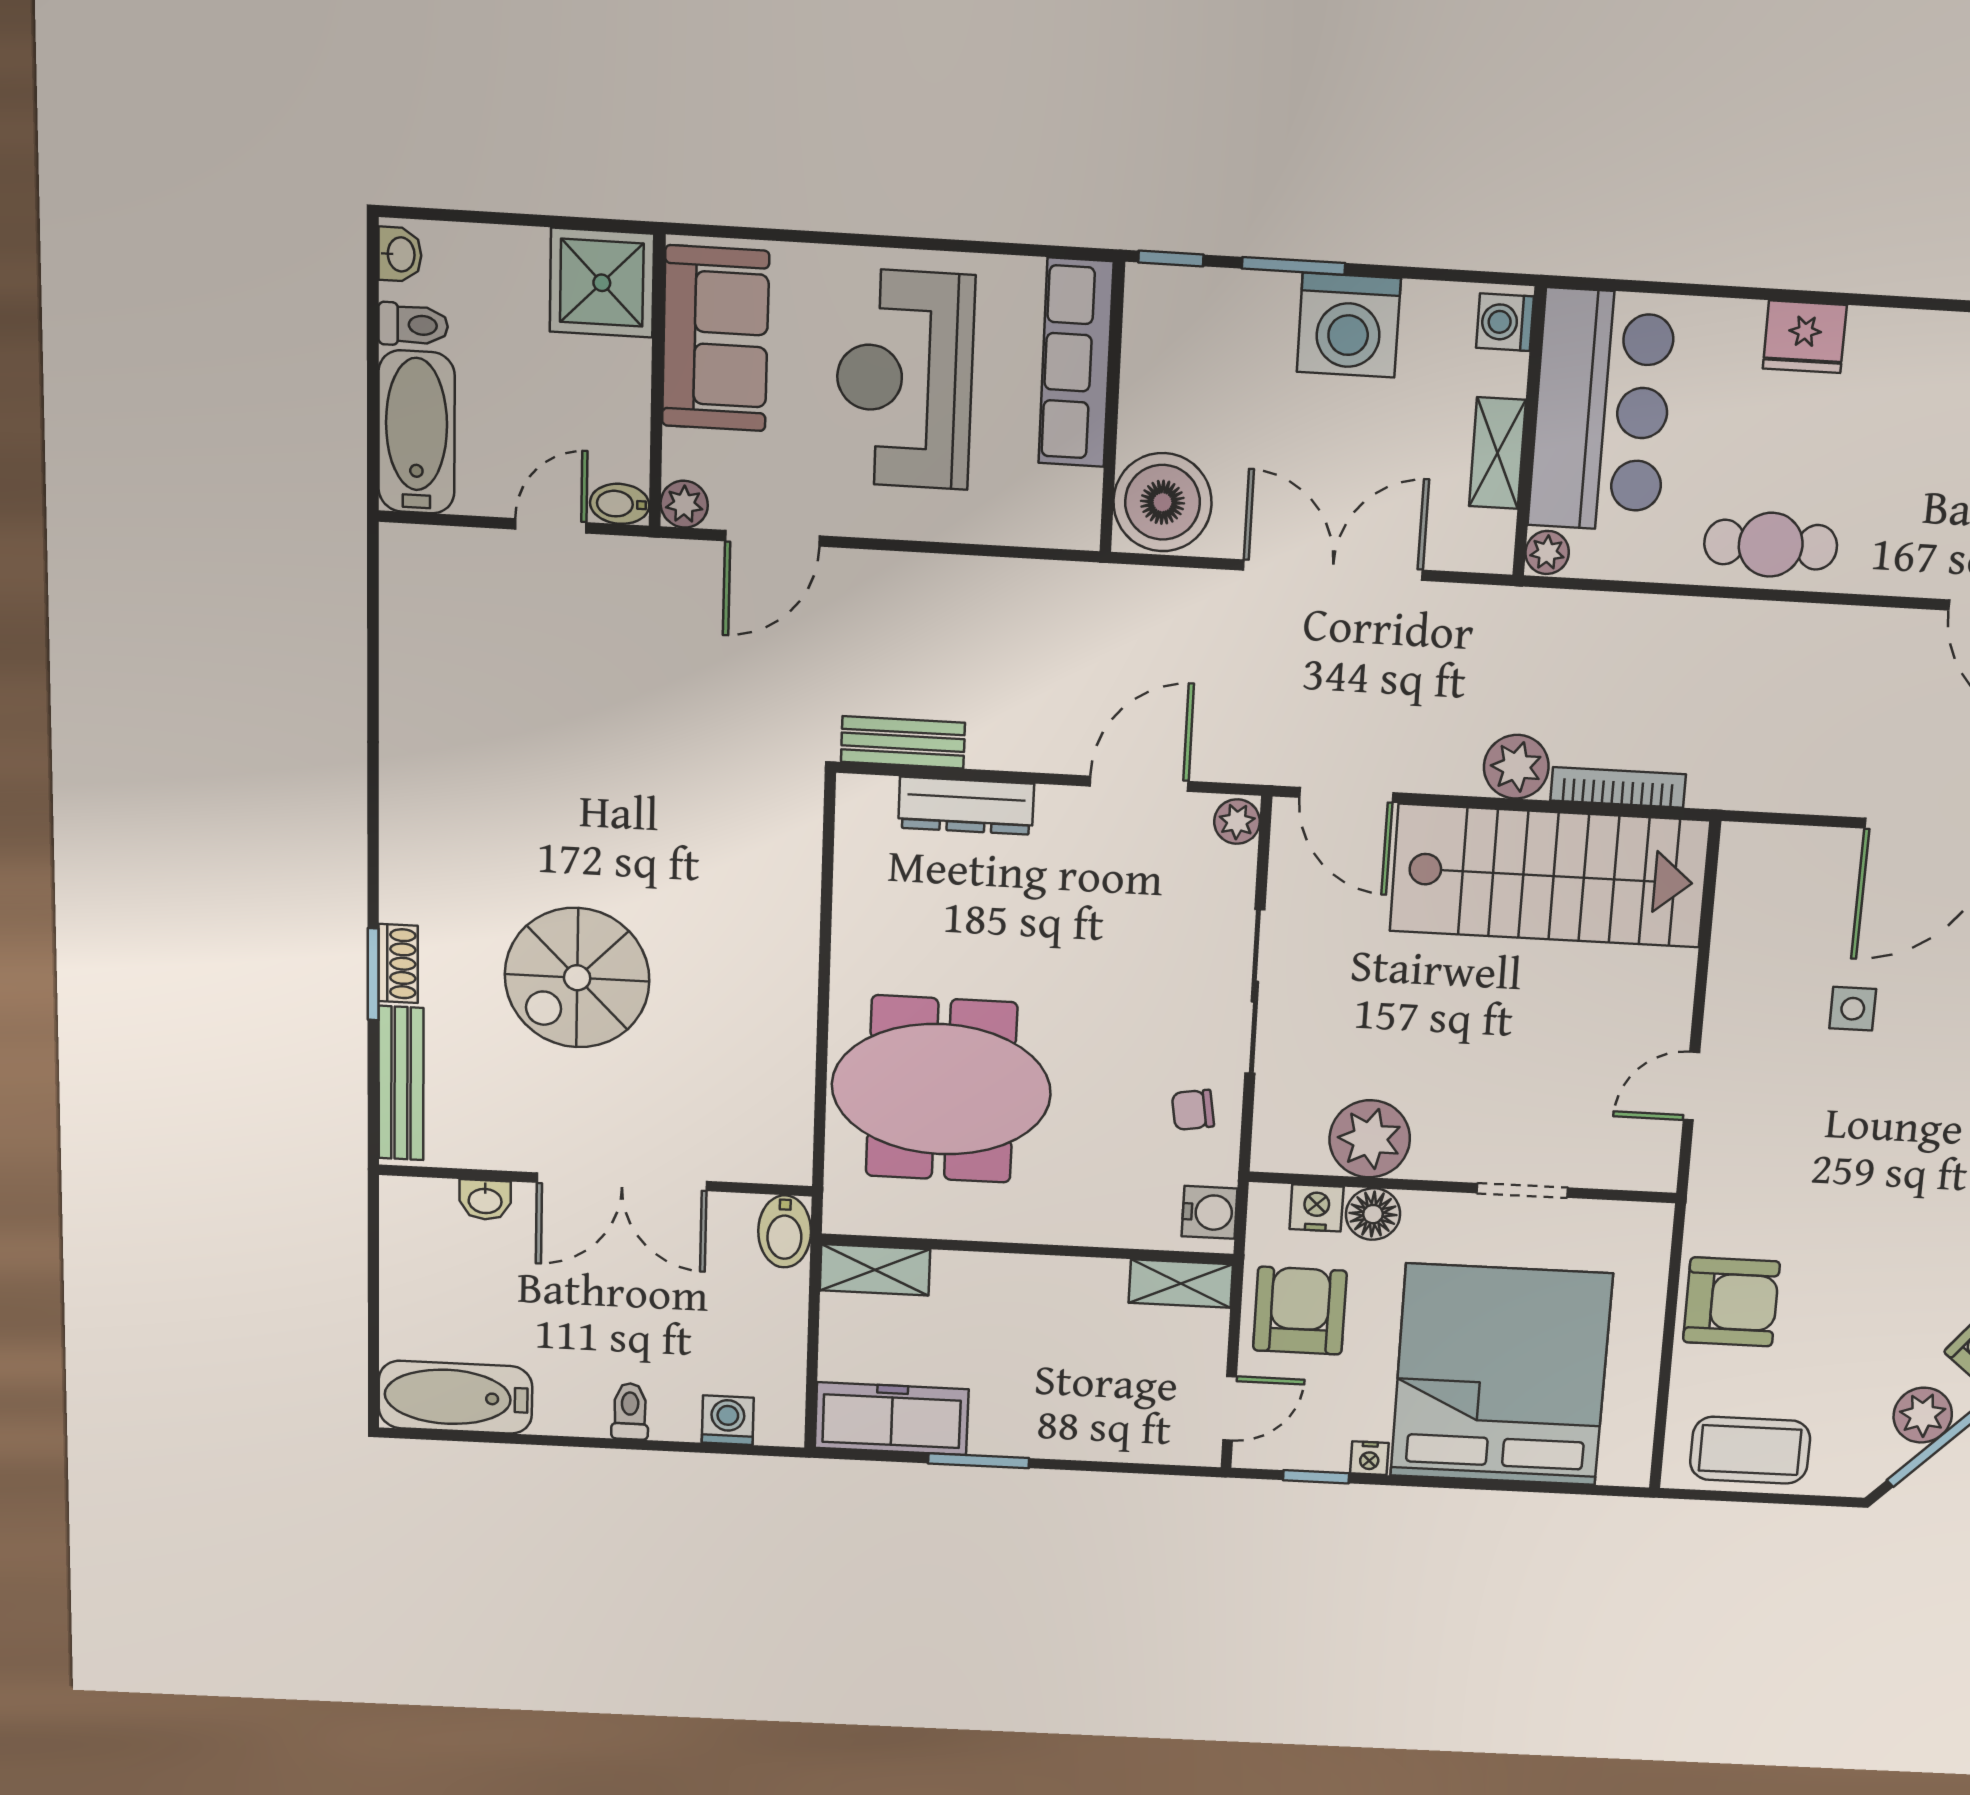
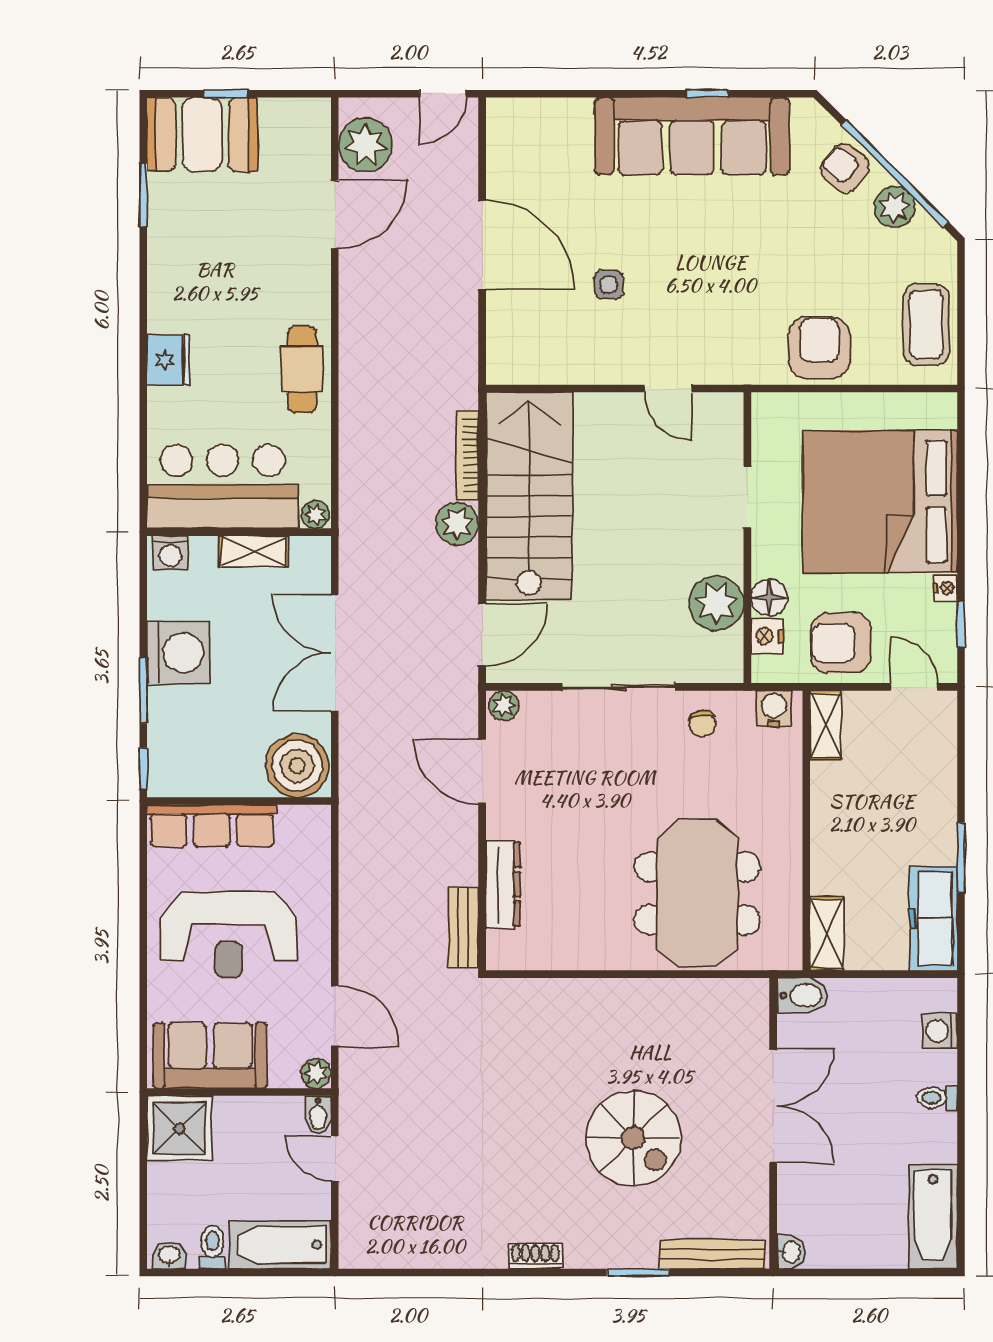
shoe rack: (398, 964) -> (535, 1256), moved
washbasin: (485, 1200) -> (791, 1252), moved

